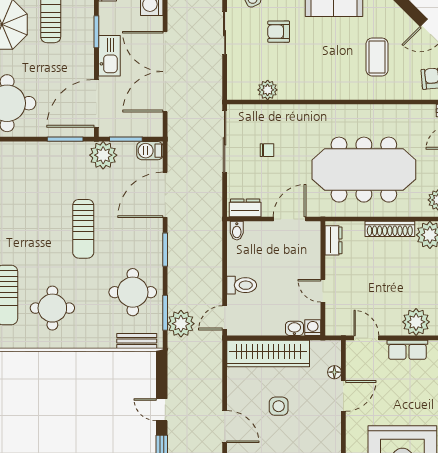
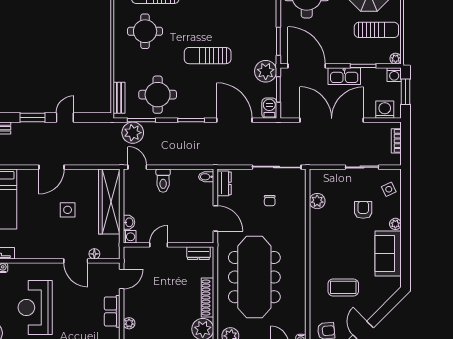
plant: (416, 322) -> (129, 323), width x0.53, depth x0.53

